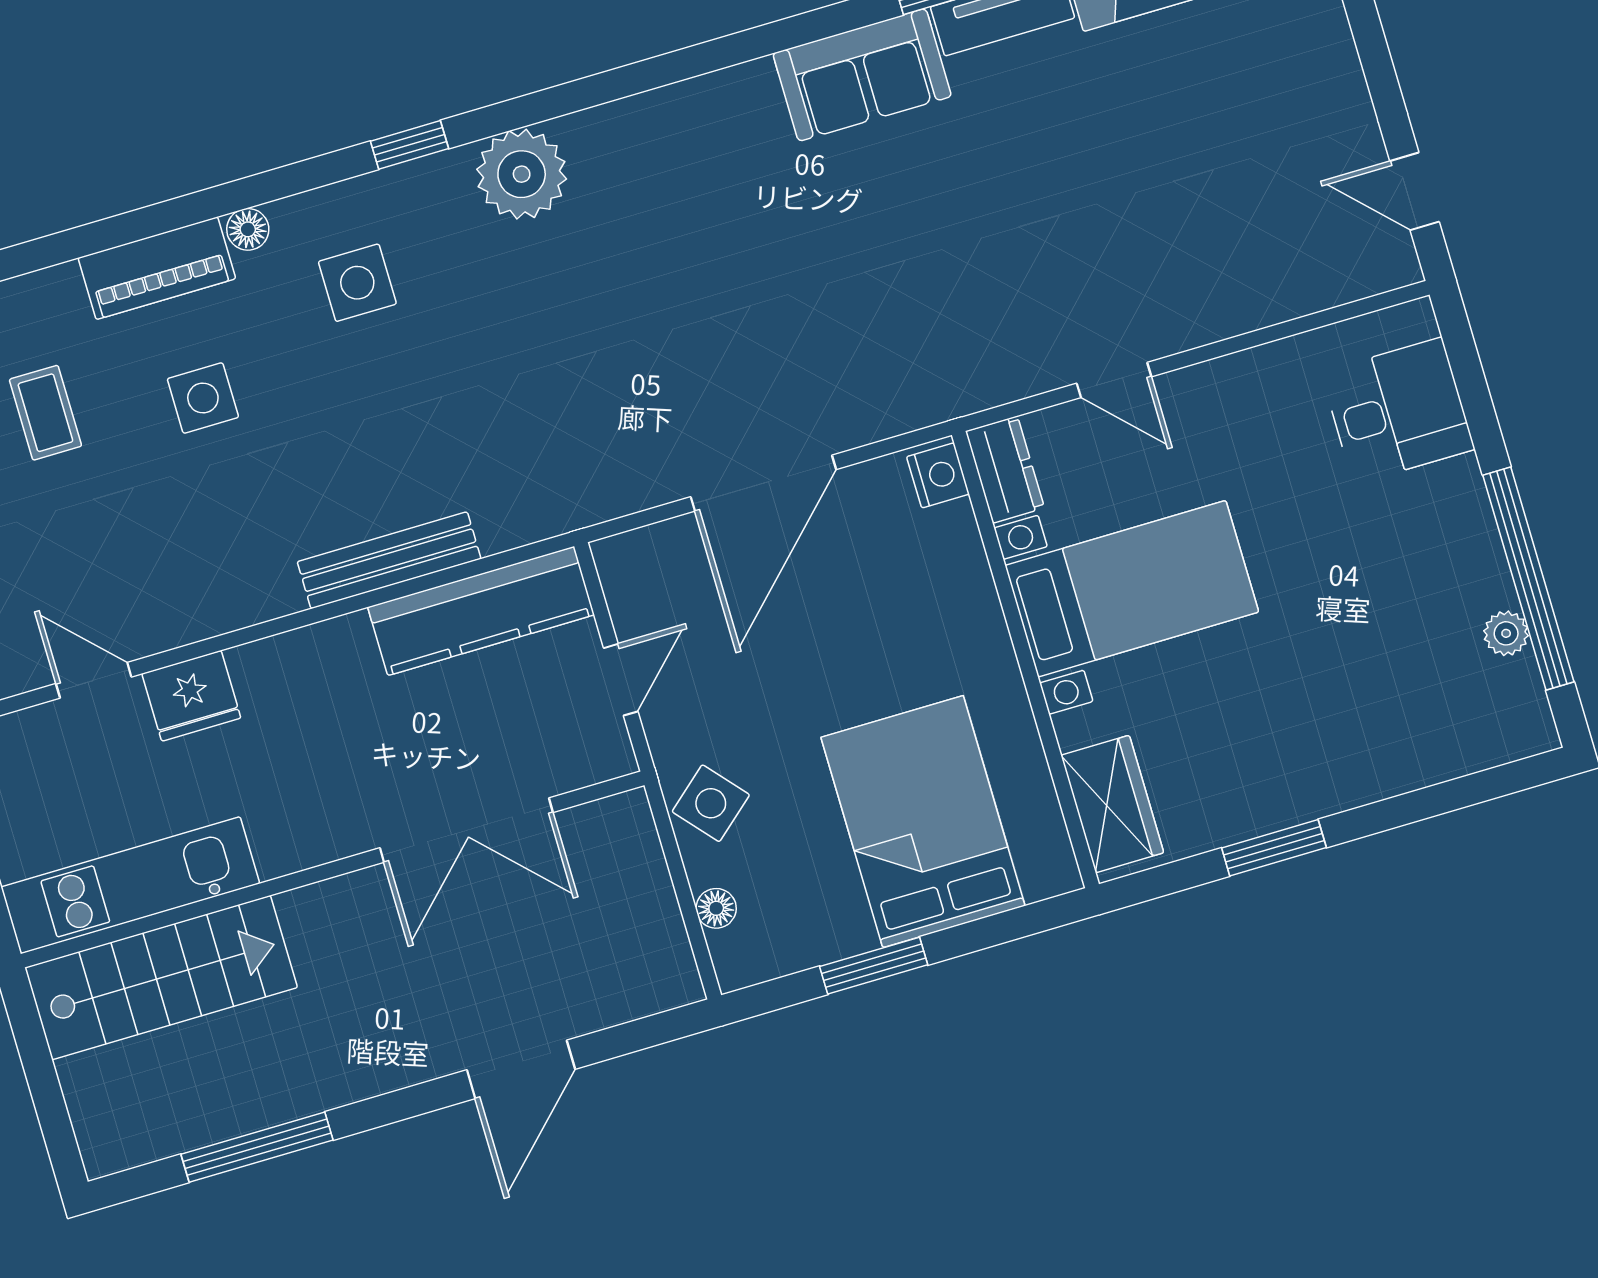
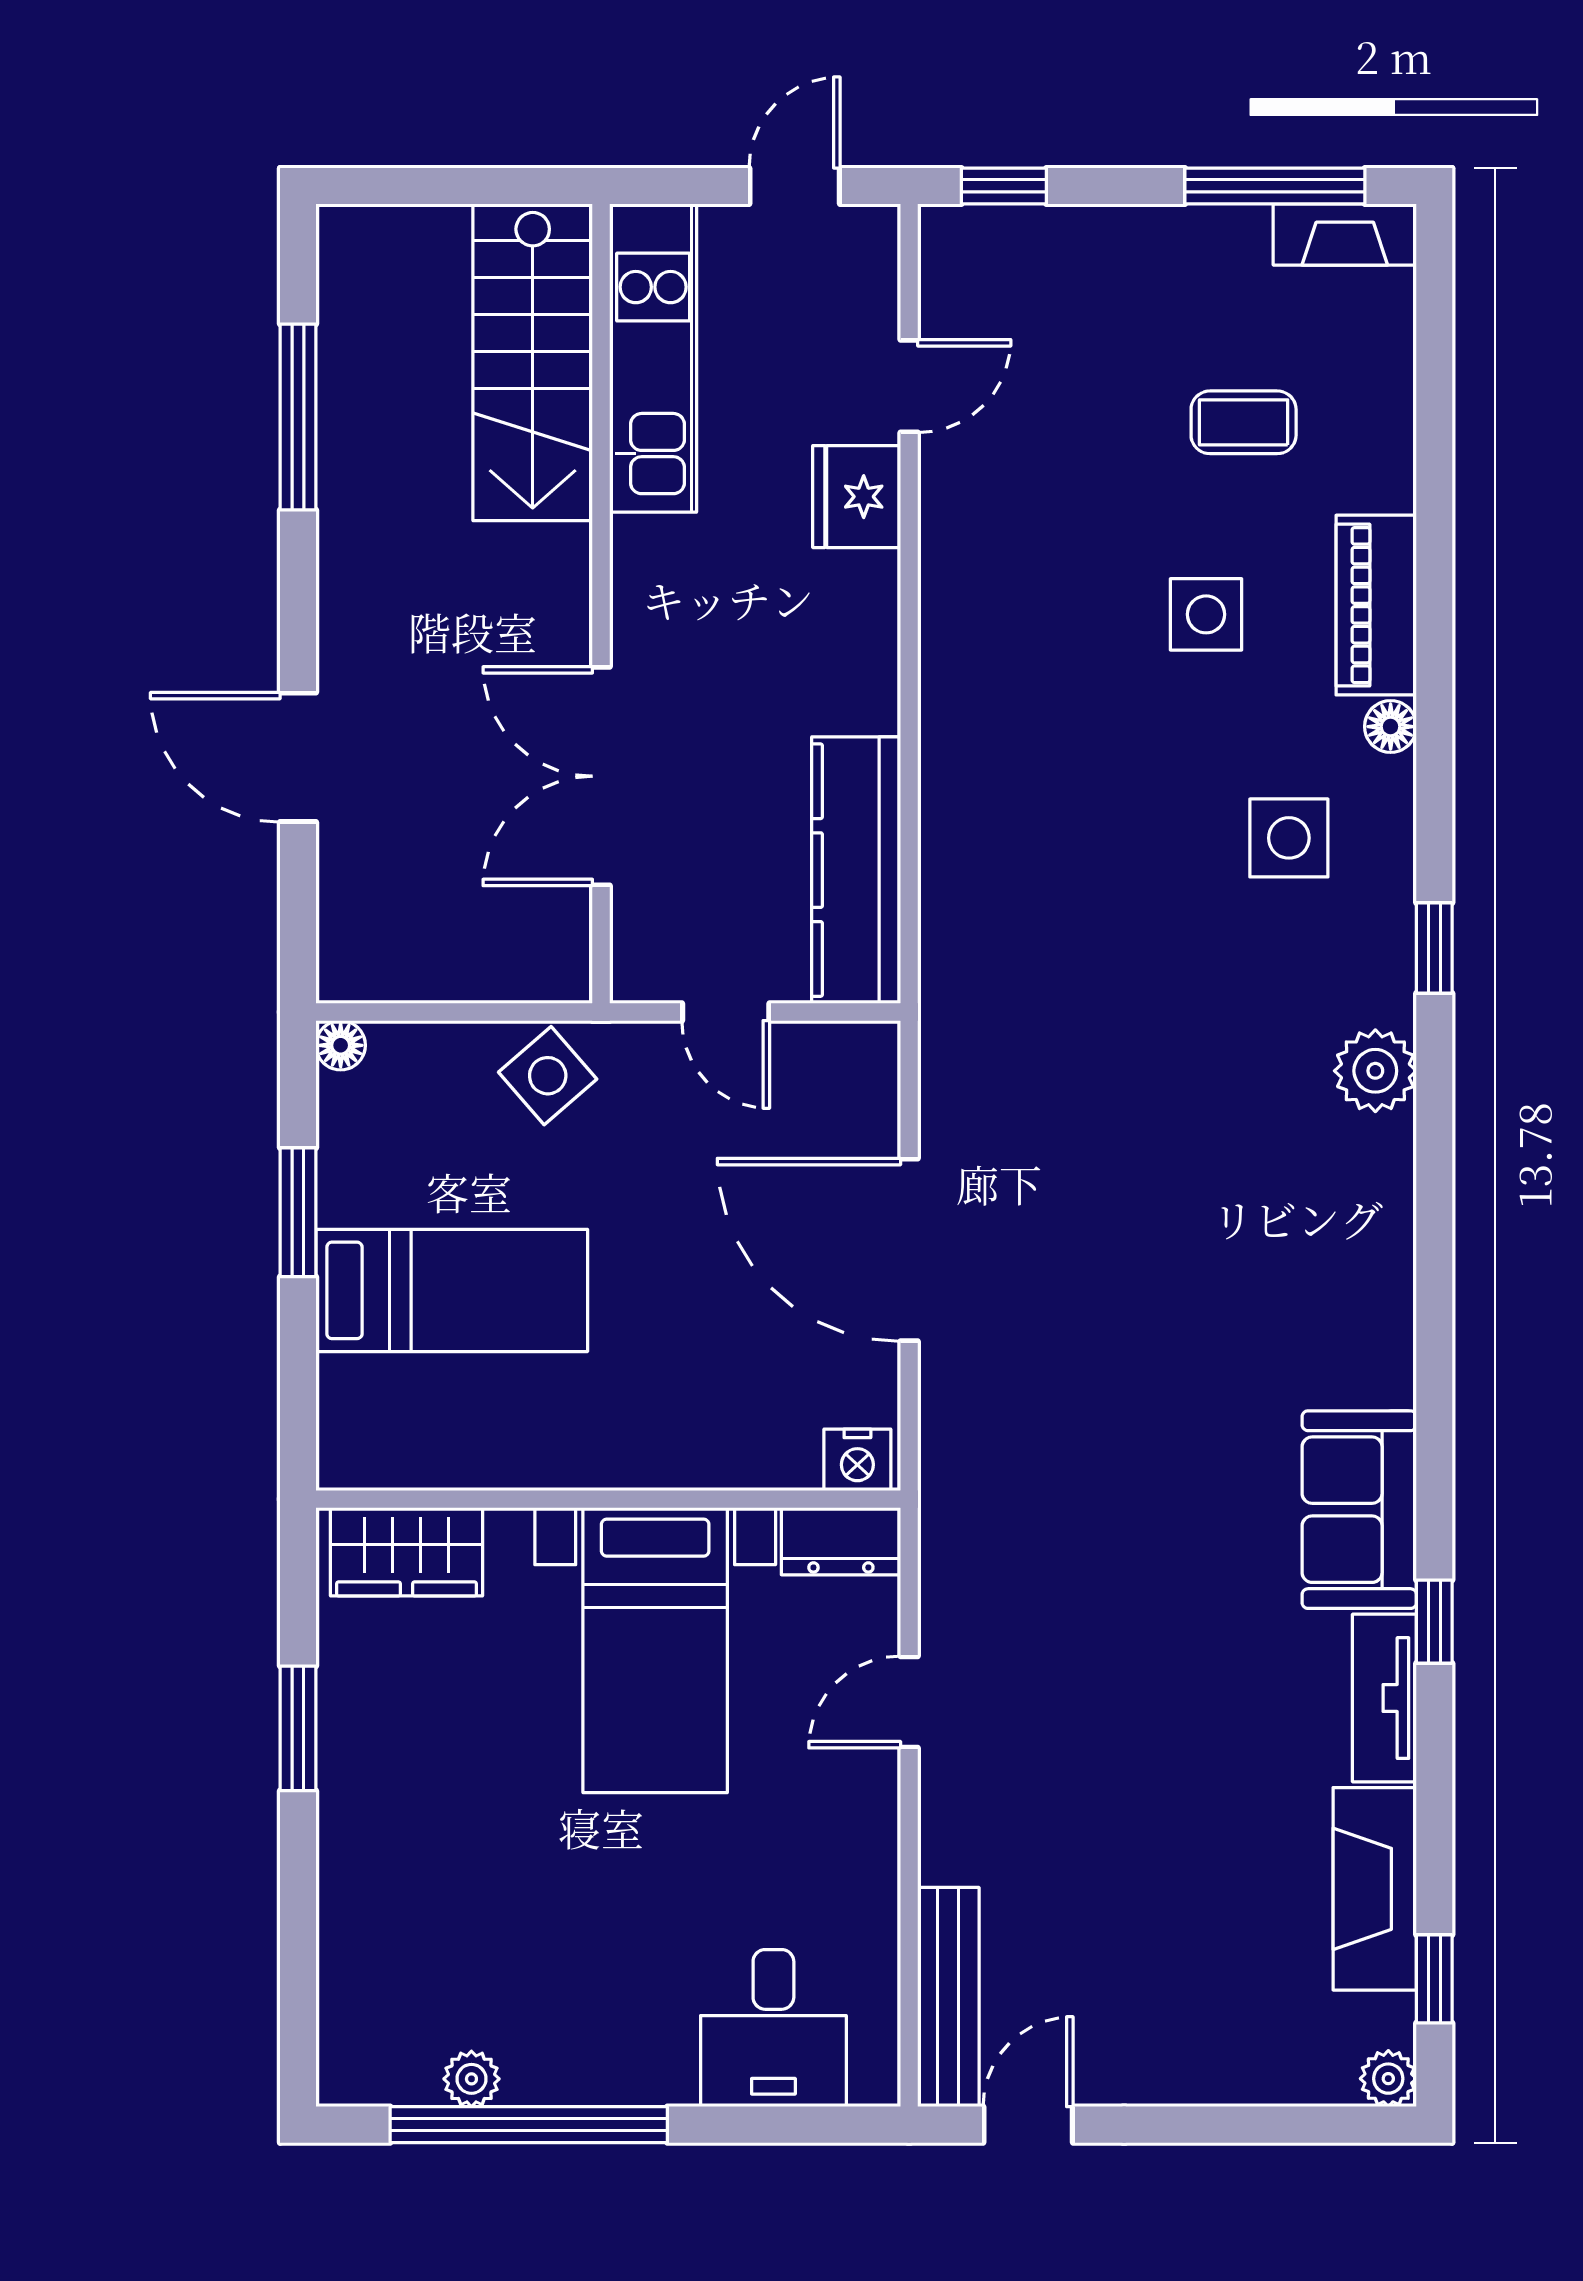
plant: (522, 174) -> (1375, 1071), width x0.73, depth x0.73
bench: (389, 560) -> (948, 1997), moved
bed: (923, 822) -> (452, 1290), width x0.67
floor lamp: (716, 908) -> (341, 1045), moved

